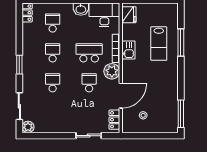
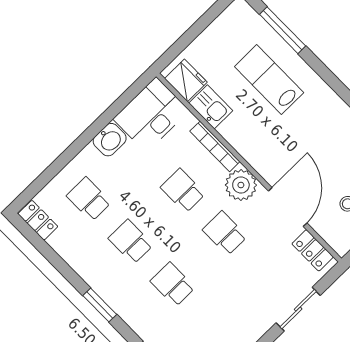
window: (181, 42) -> (283, 30), moved
lab bench: (159, 44) -> (269, 80), turned 180
kitchen sink: (128, 50) -> (211, 107), moved
school desk: (89, 53) -> (183, 191), width x0.54

